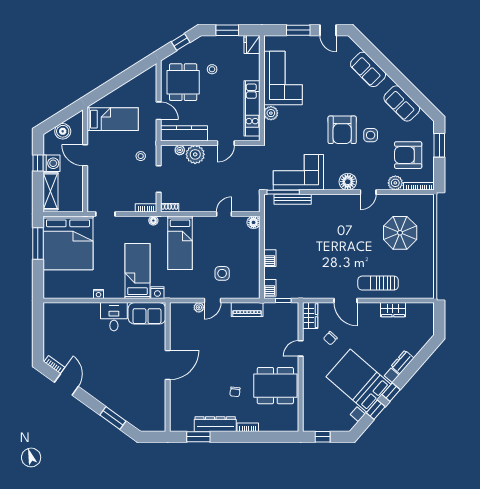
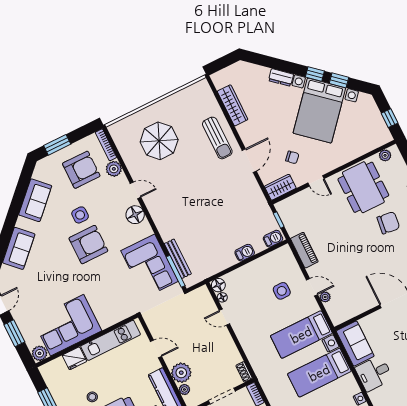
fridge: (252, 44) -> (74, 358), moved
plant: (271, 113) -> (40, 353), moved
armchair: (408, 155) -> (81, 170), turned -90
floor lamp: (153, 221) -> (222, 297), moved
bed: (180, 243) -> (301, 335), moved, turned 180
wardrobe: (393, 310) -> (233, 105), width x1.50
chair: (235, 392) -> (388, 223), width x1.87, depth x1.87
plant: (293, 417) -> (385, 155), added

